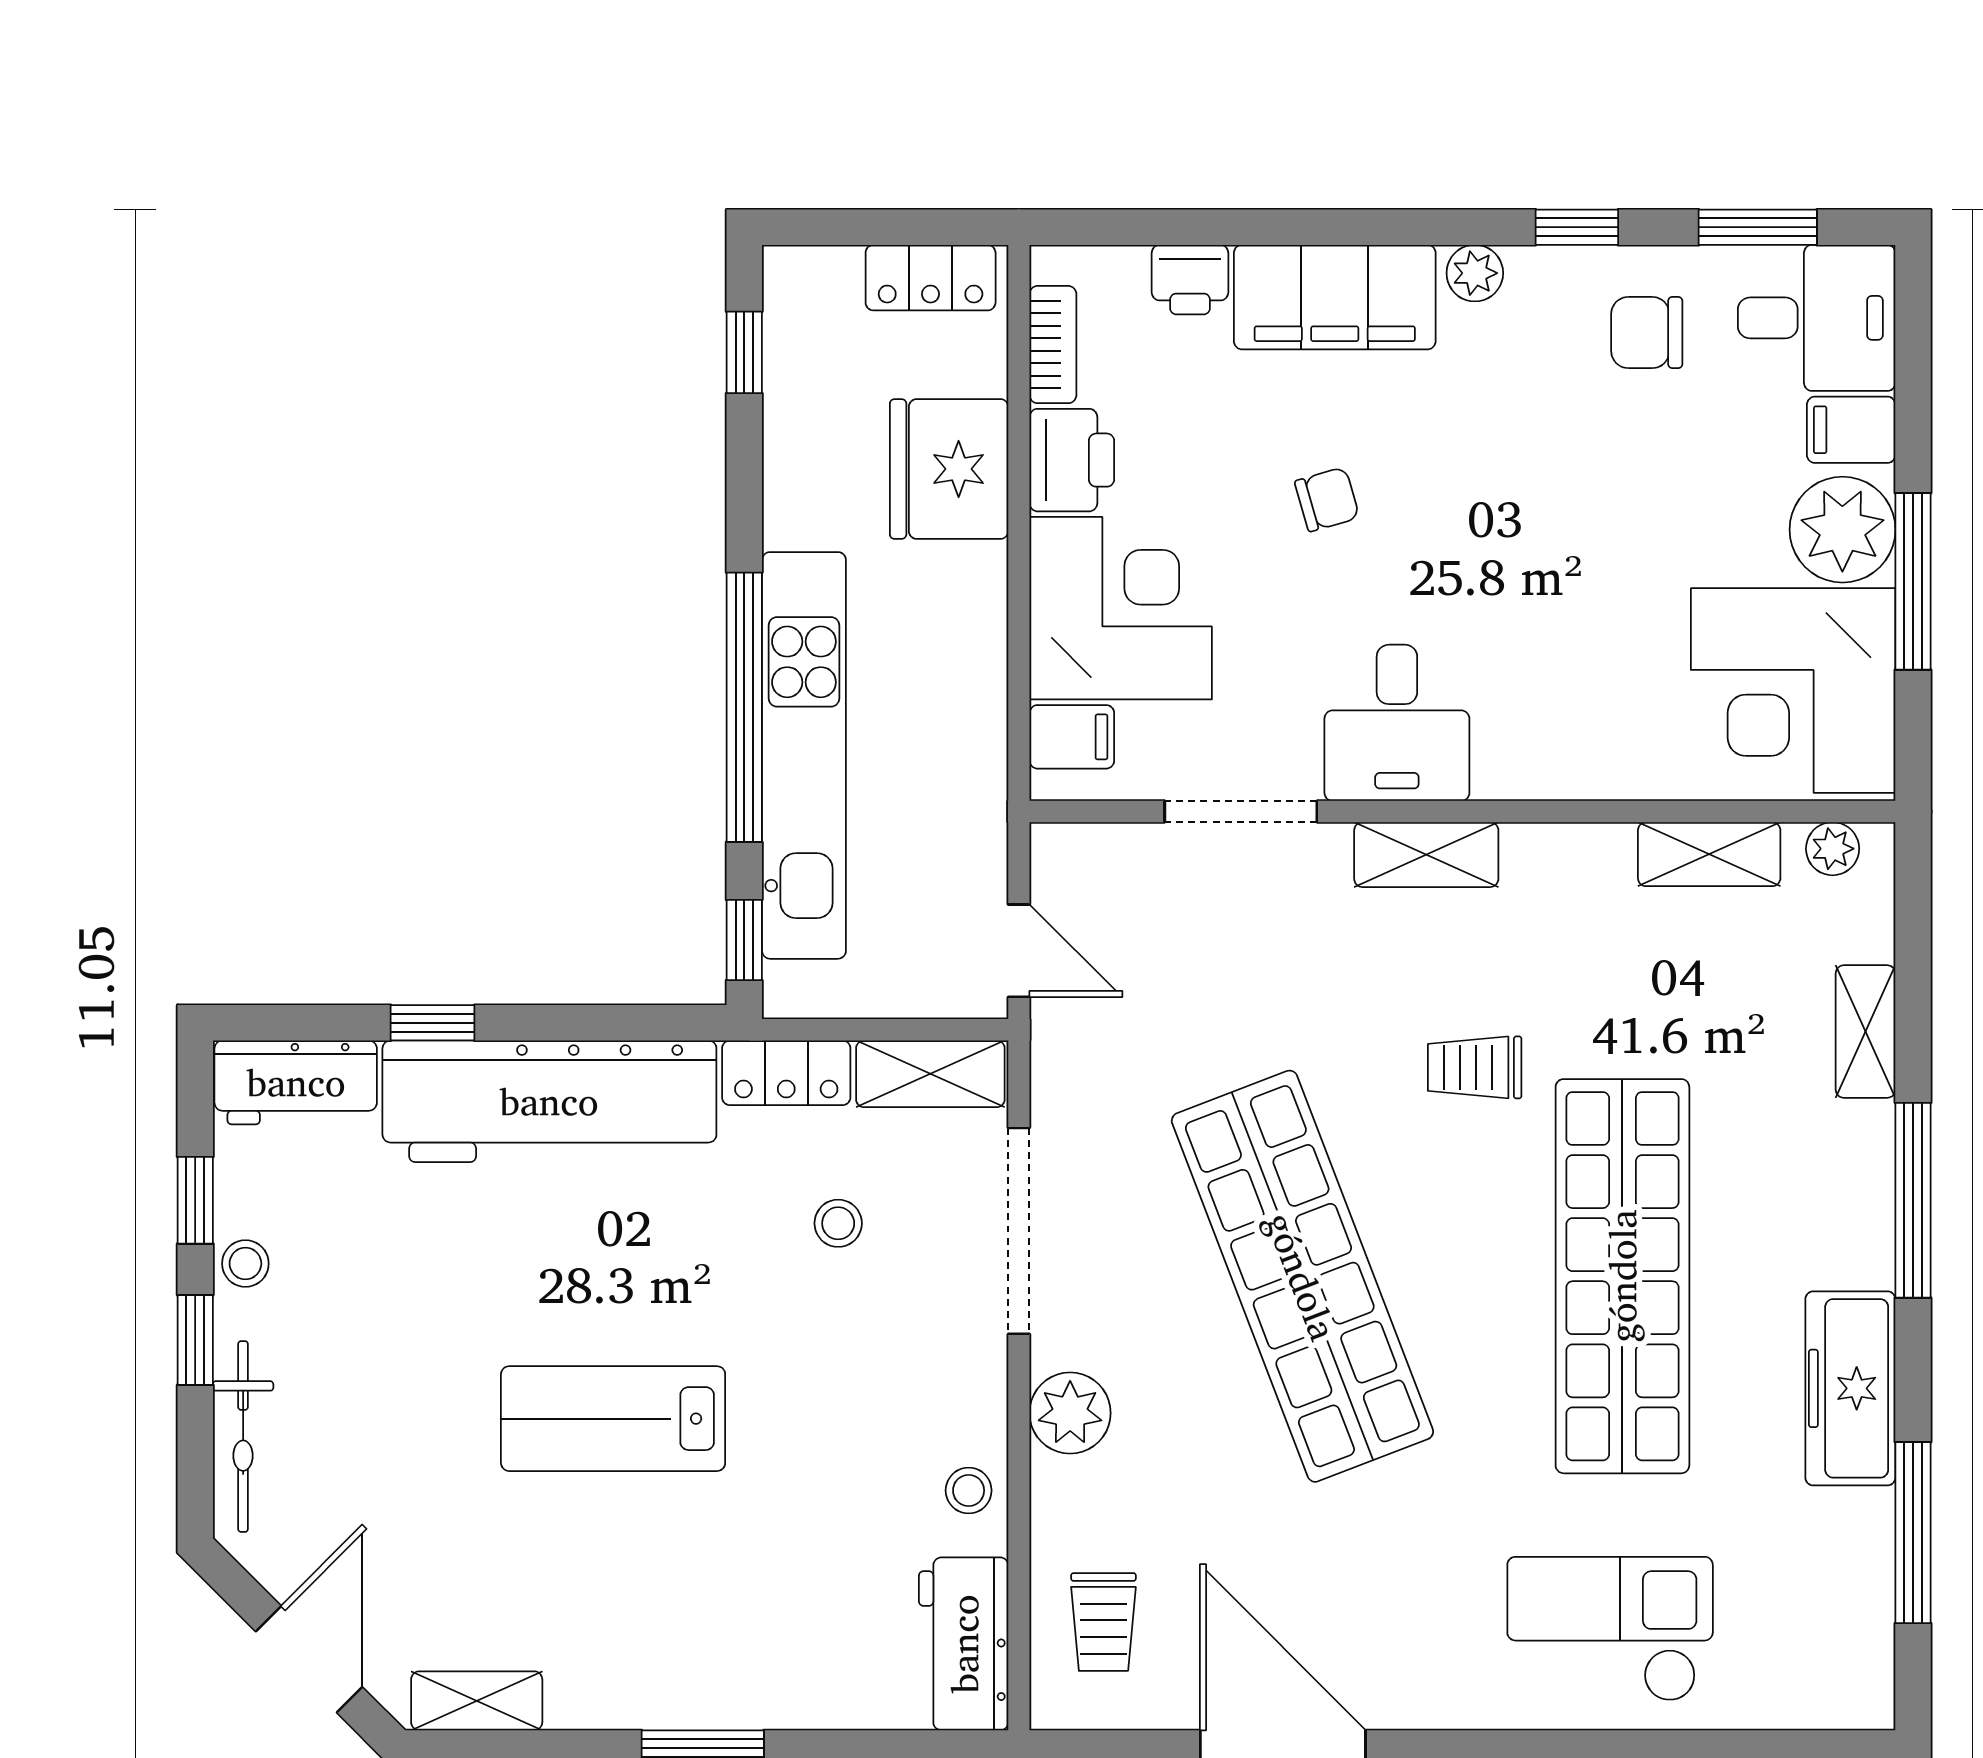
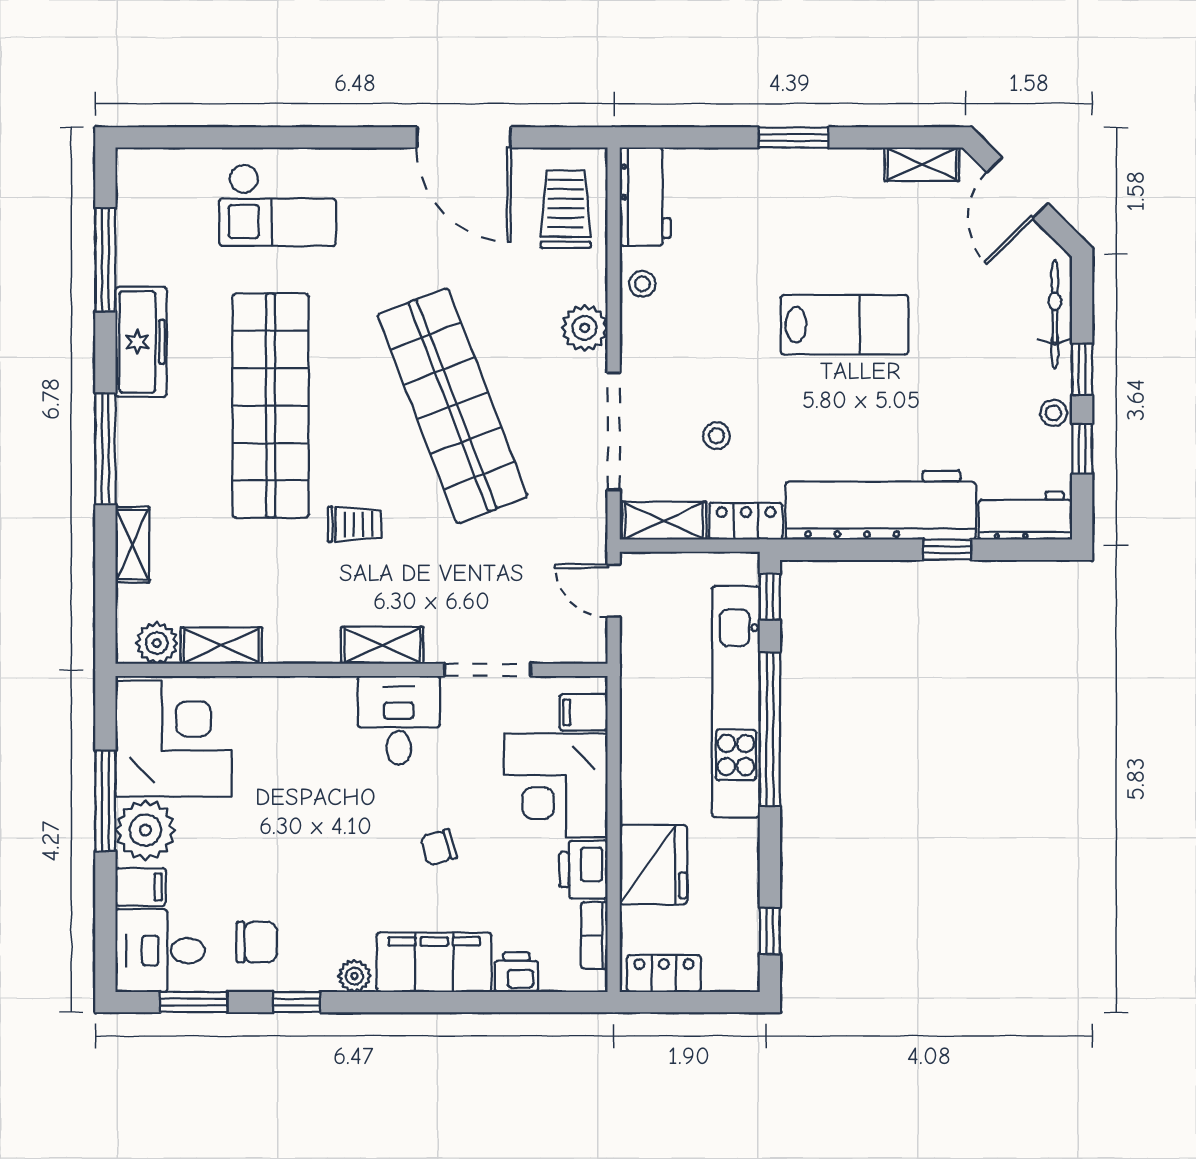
plant: (1833, 849) -> (157, 643), width x1.38, depth x1.38
trolley: (1103, 1622) -> (566, 209), width x1.36, depth x1.39

